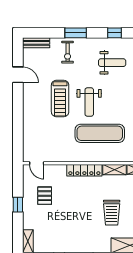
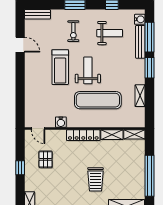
exercise bike: (68, 52) -> (73, 31), moved
weight bench: (89, 102) -> (88, 70), turned 180
water cooler: (61, 156) -> (61, 122), added
trolley: (112, 213) -> (96, 179), moved

